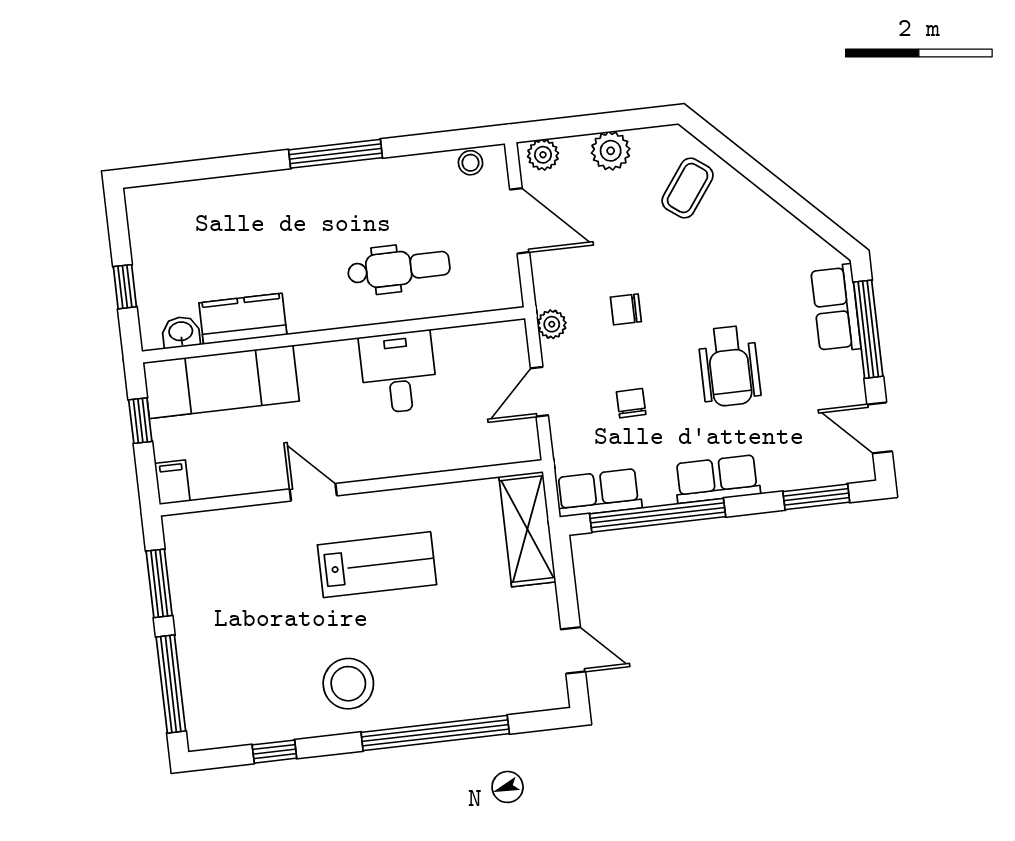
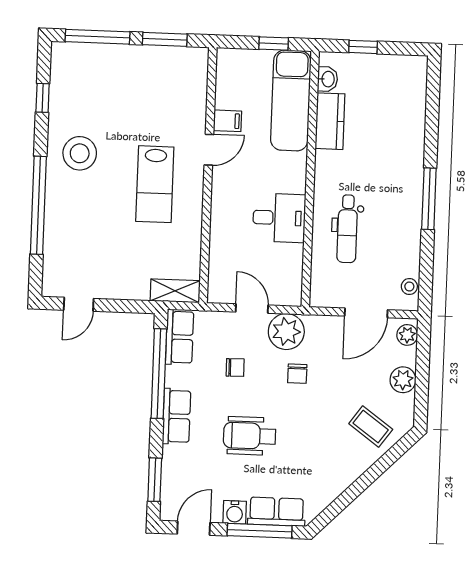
chair: (626, 309) -> (297, 374), turned 180
plant: (552, 324) -> (286, 332), width x1.88, depth x1.88
water cooler: (846, 371) -> (235, 512), added
filing cabinet: (172, 482) -> (227, 121), moved
shelving: (527, 529) -> (175, 291), width x0.67, depth x0.75

